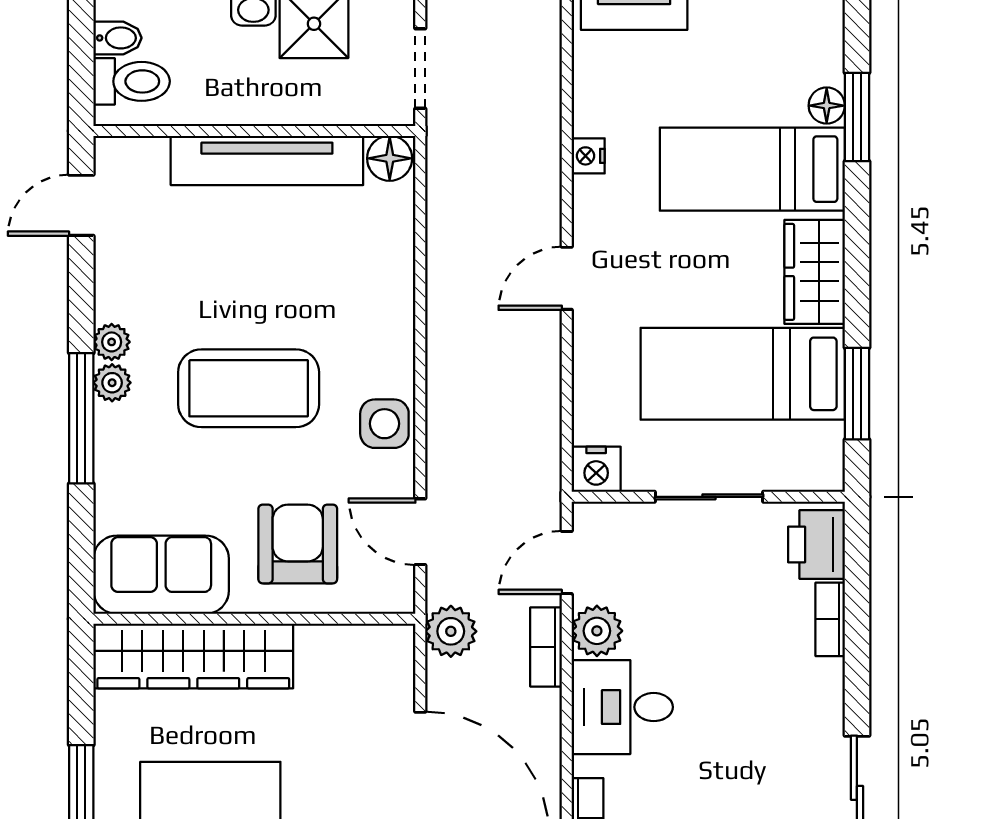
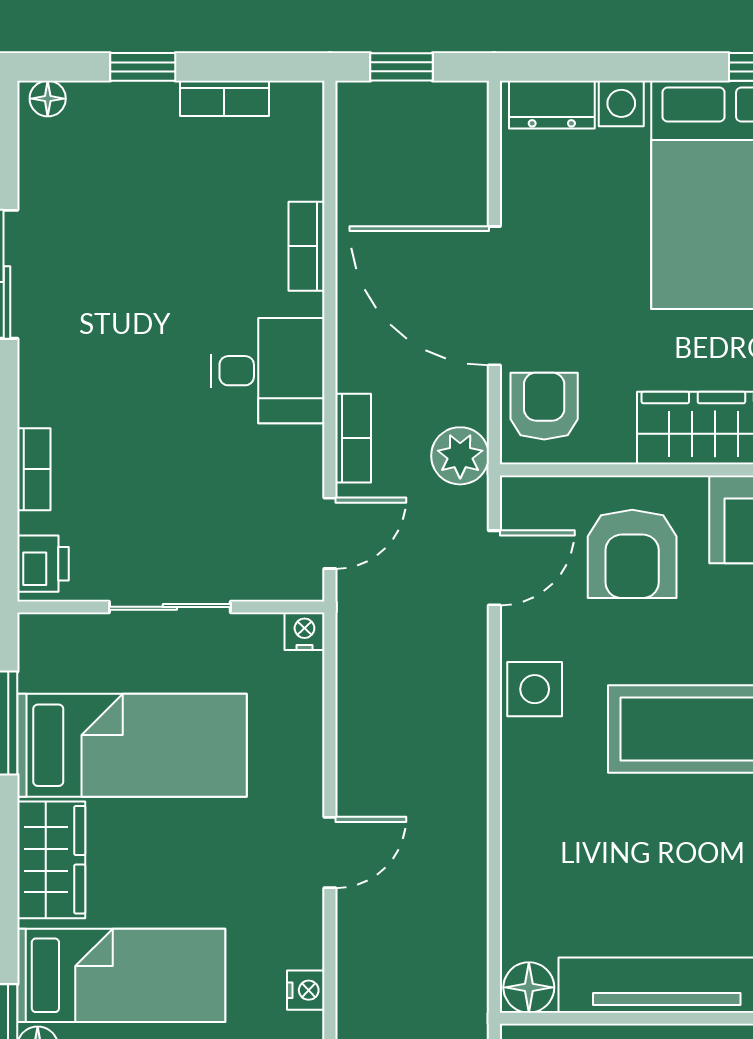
nightstand: (596, 469) -> (304, 631), width x0.72, depth x0.74
door: (420, 532) -> (494, 568), hinge flipped
printer: (816, 544) -> (43, 564), width x0.73, depth x0.81
plant: (597, 631) -> (296, 456), removed
armchair: (376, 676) -> (544, 406), added

